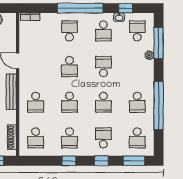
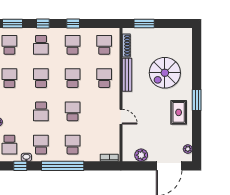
school desk: (69, 31) -> (73, 145), turned 180
bench: (11, 92) -> (127, 75), moved

